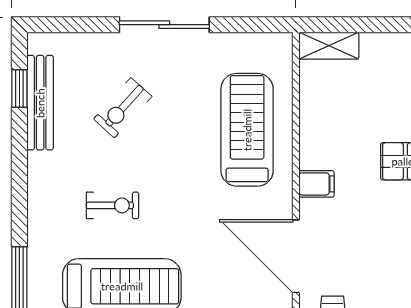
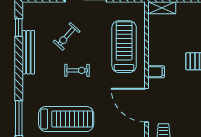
bench: (40, 103) -> (28, 52), moved
exercise bike: (113, 205) -> (77, 70), moved

